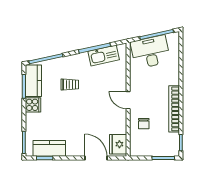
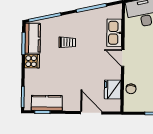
kitchen sink: (104, 55) -> (114, 33), moved, turned 102
chair: (144, 124) -> (131, 89), moved
fridge: (118, 144) -> (113, 89), moved

